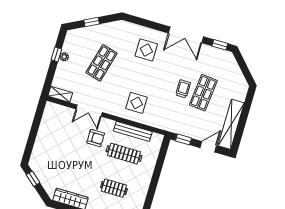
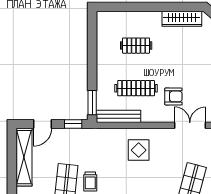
bench: (133, 131) -> (119, 116), moved
armchair: (96, 138) -> (173, 96), turned 180
window: (163, 152) -> (92, 103), added

